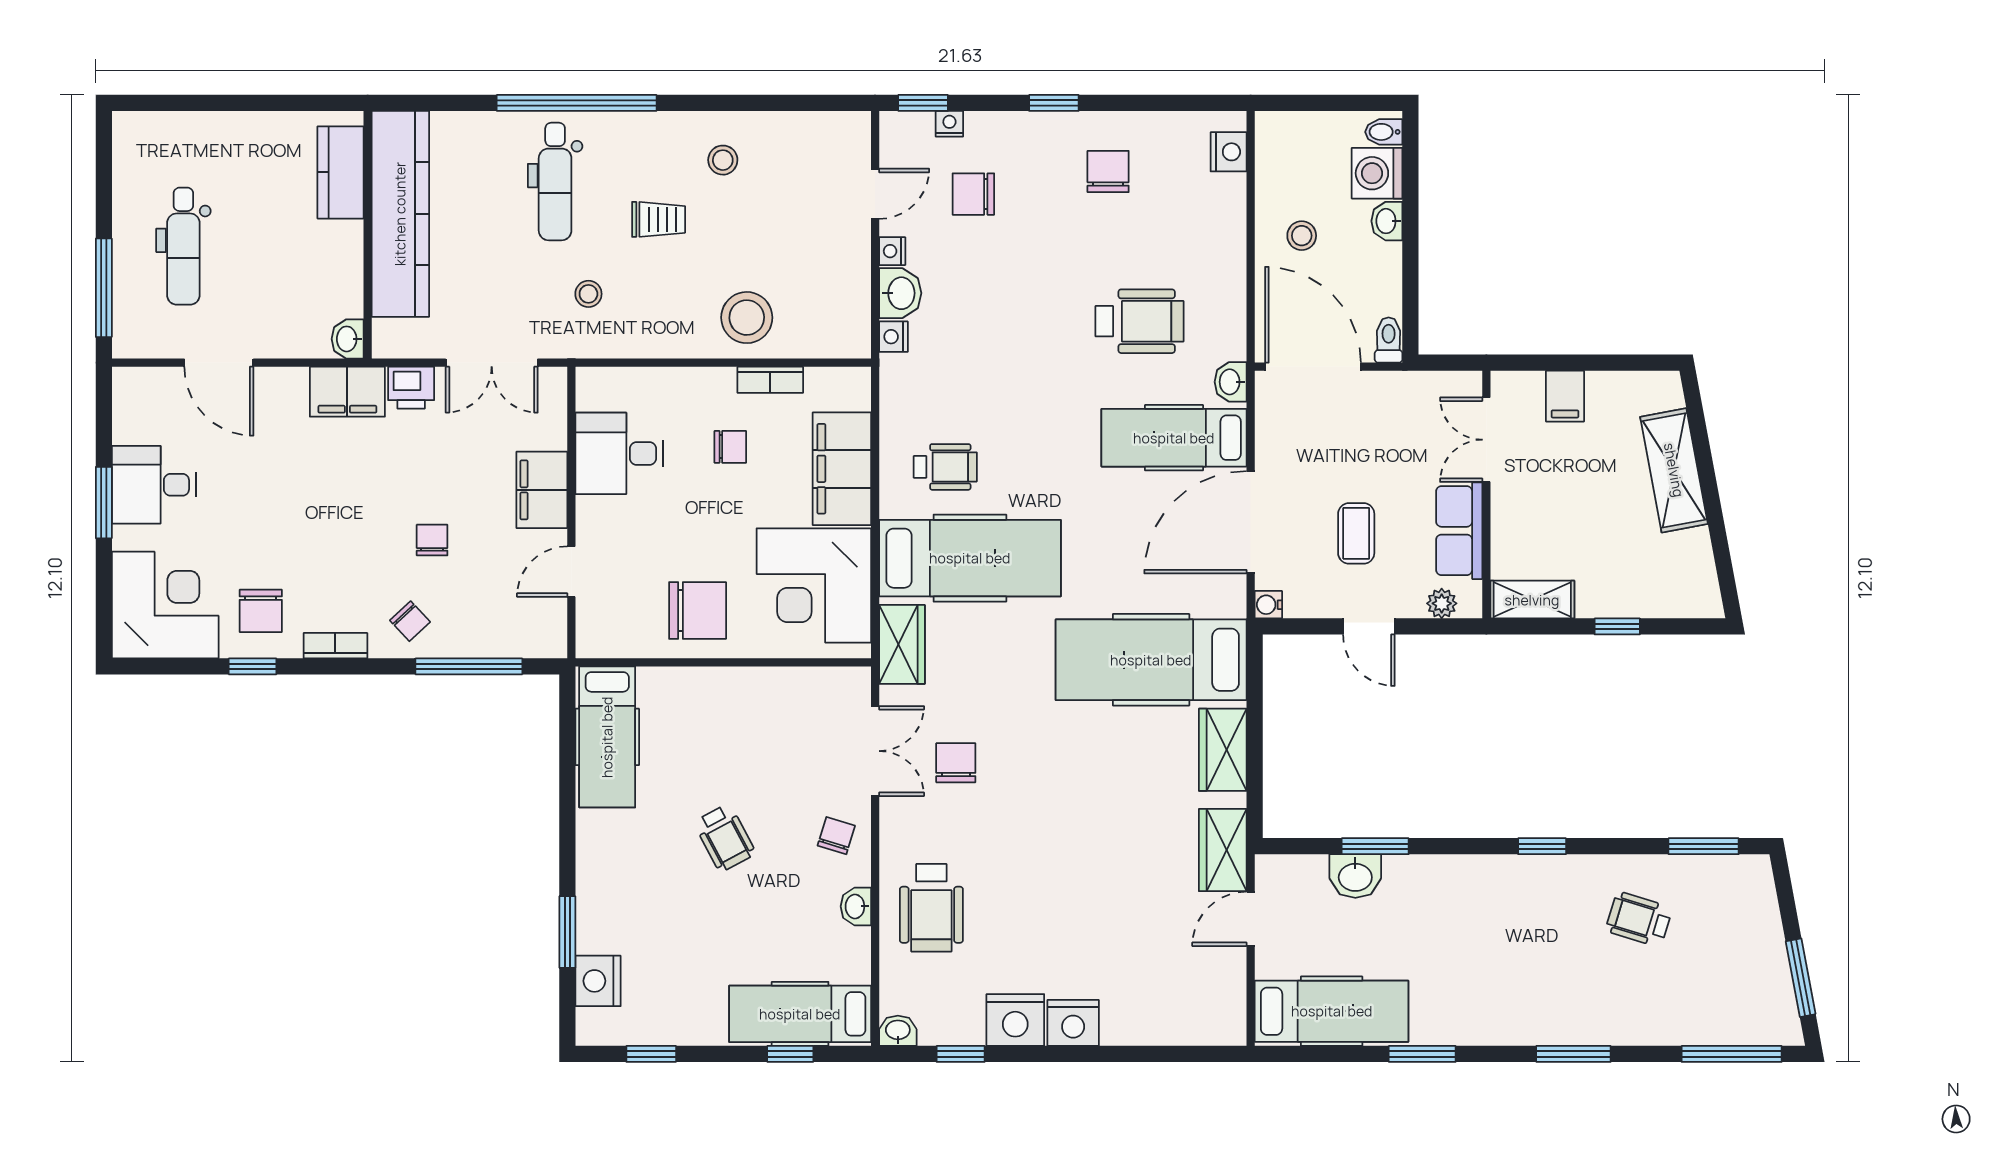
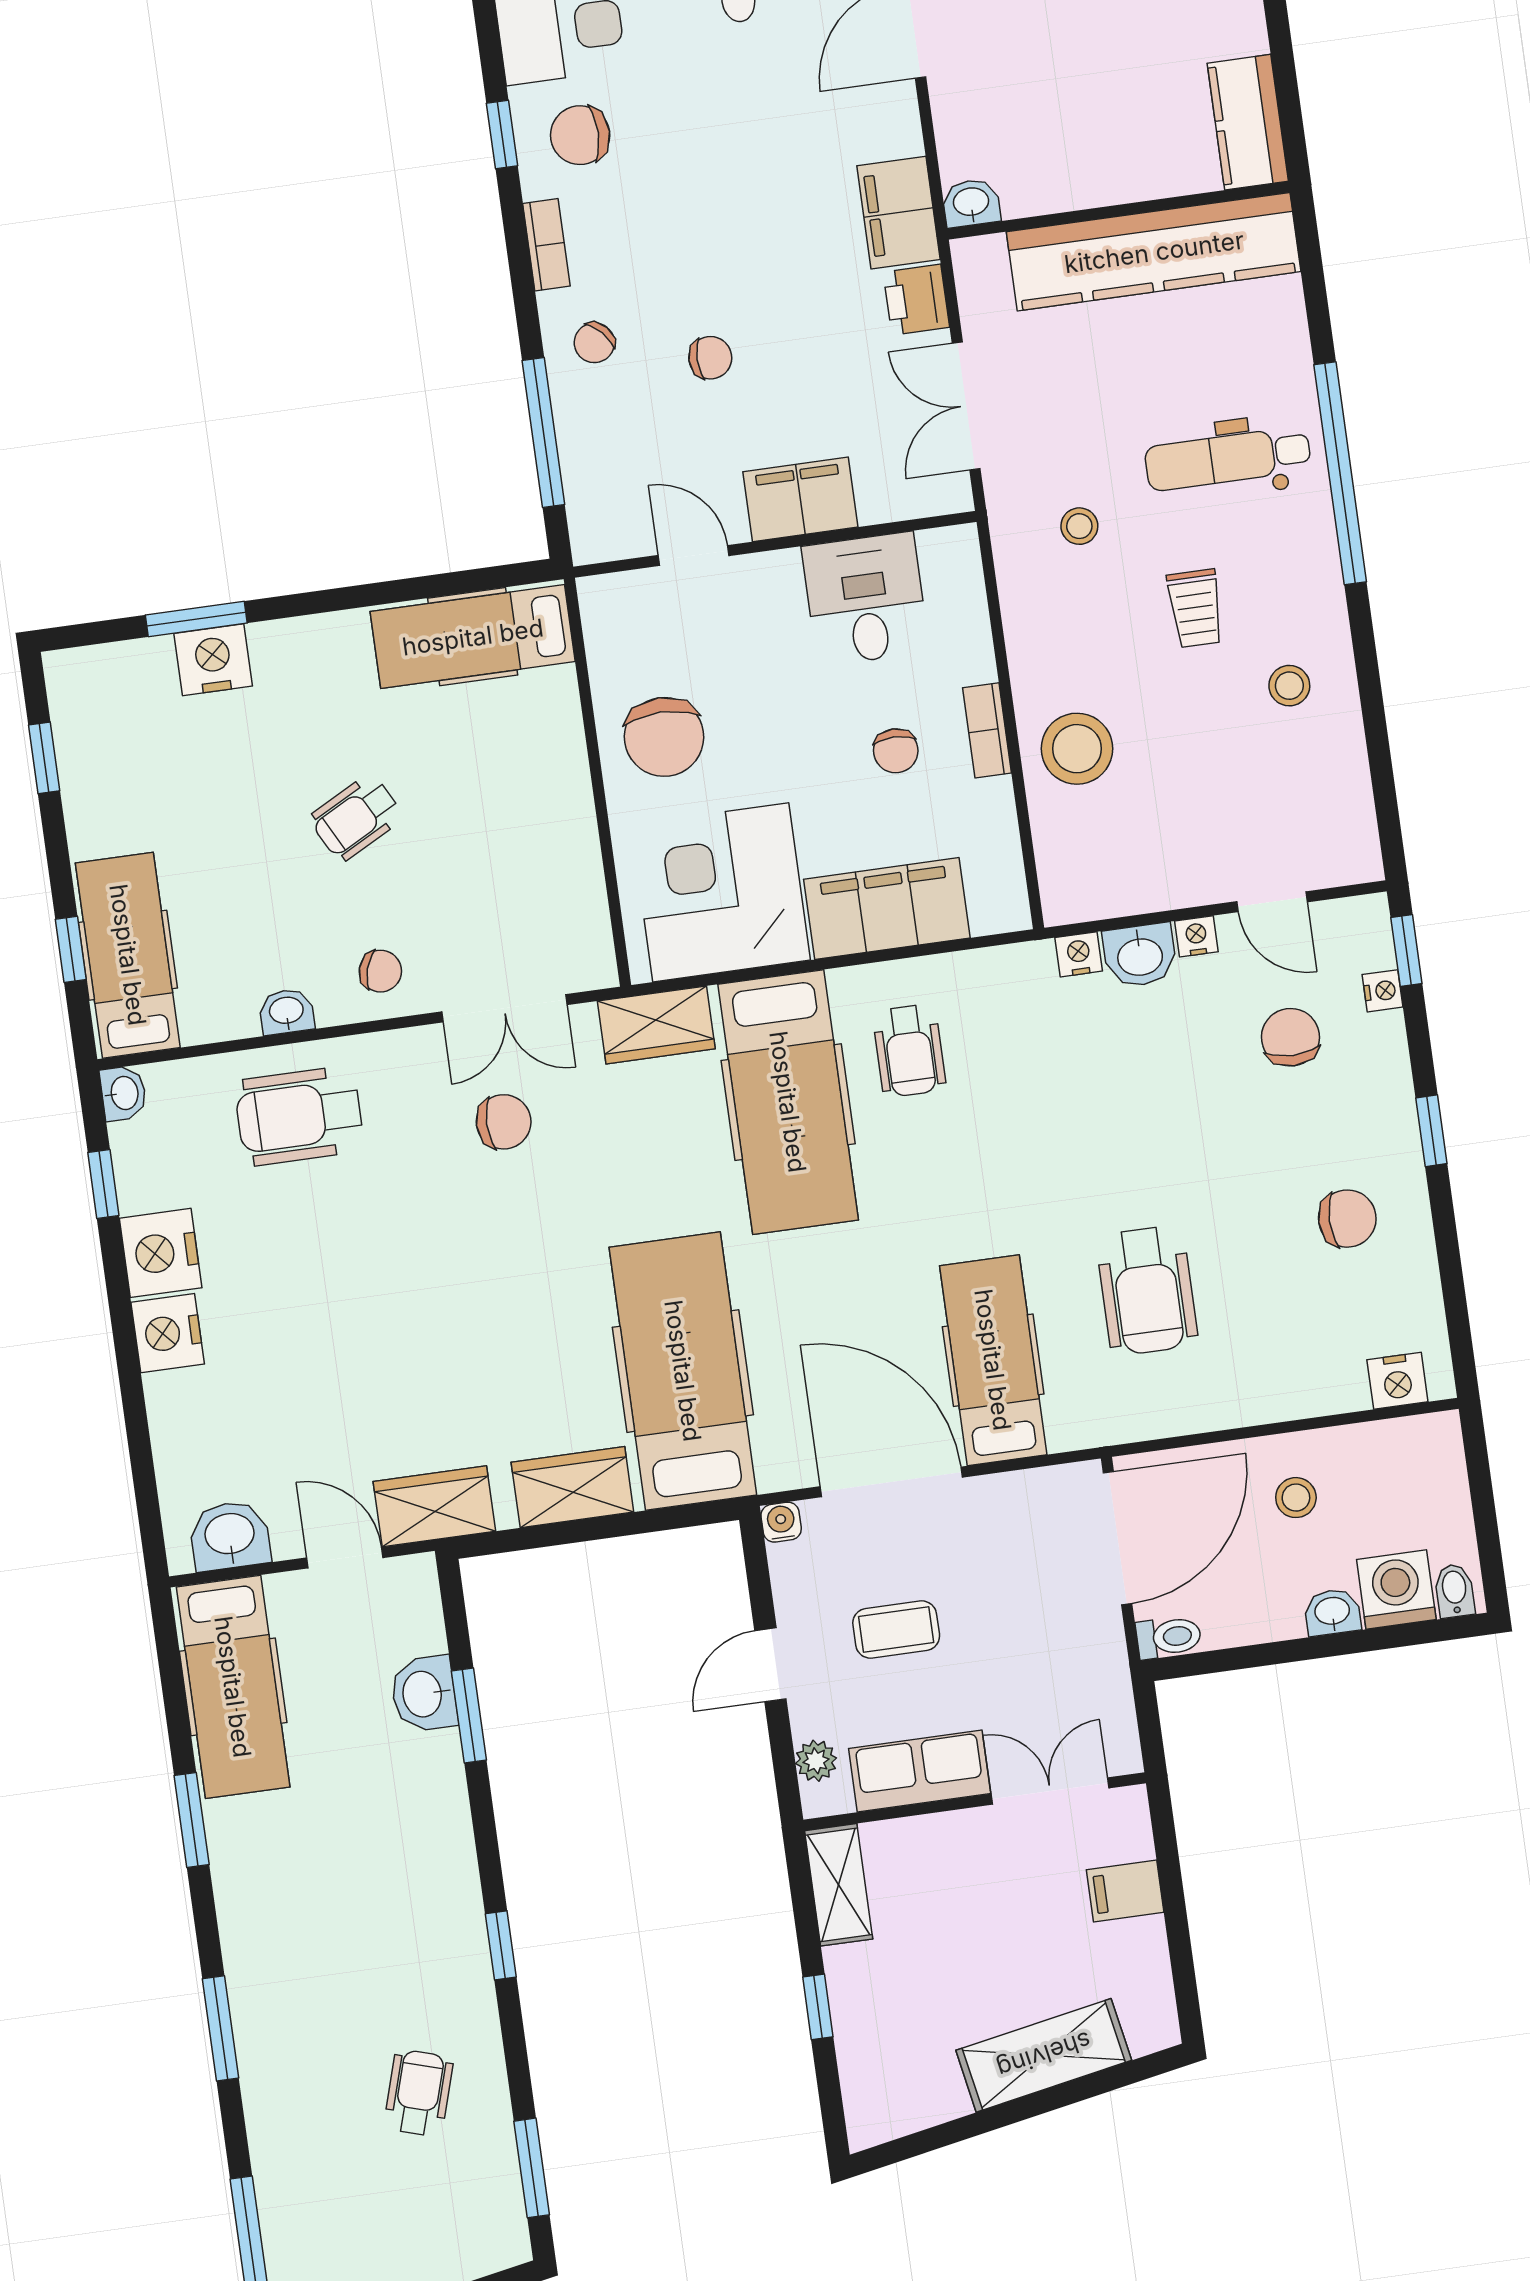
kitchen counter: (340, 172) -> (1248, 122), moved, turned -90
bookcase: (770, 380) -> (987, 730), moved
washbasin: (1231, 382) -> (230, 1536), moved, width x1.38, depth x1.45
nightstand: (598, 981) -> (213, 660), moved

